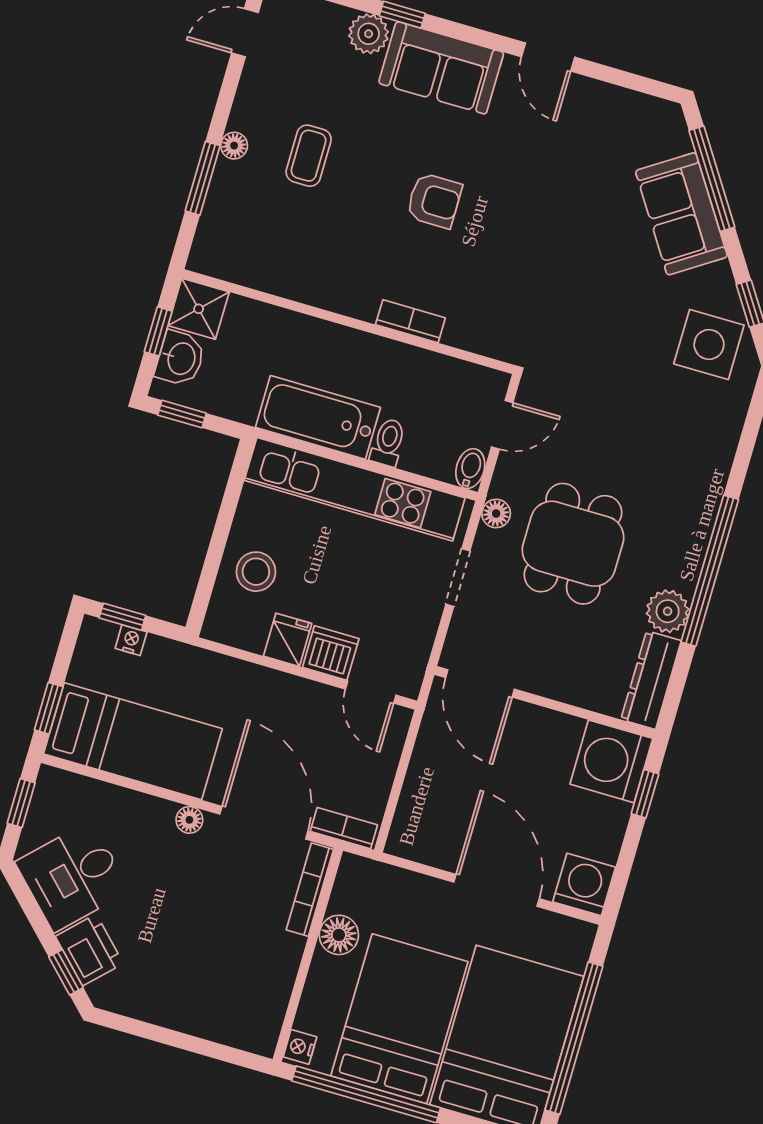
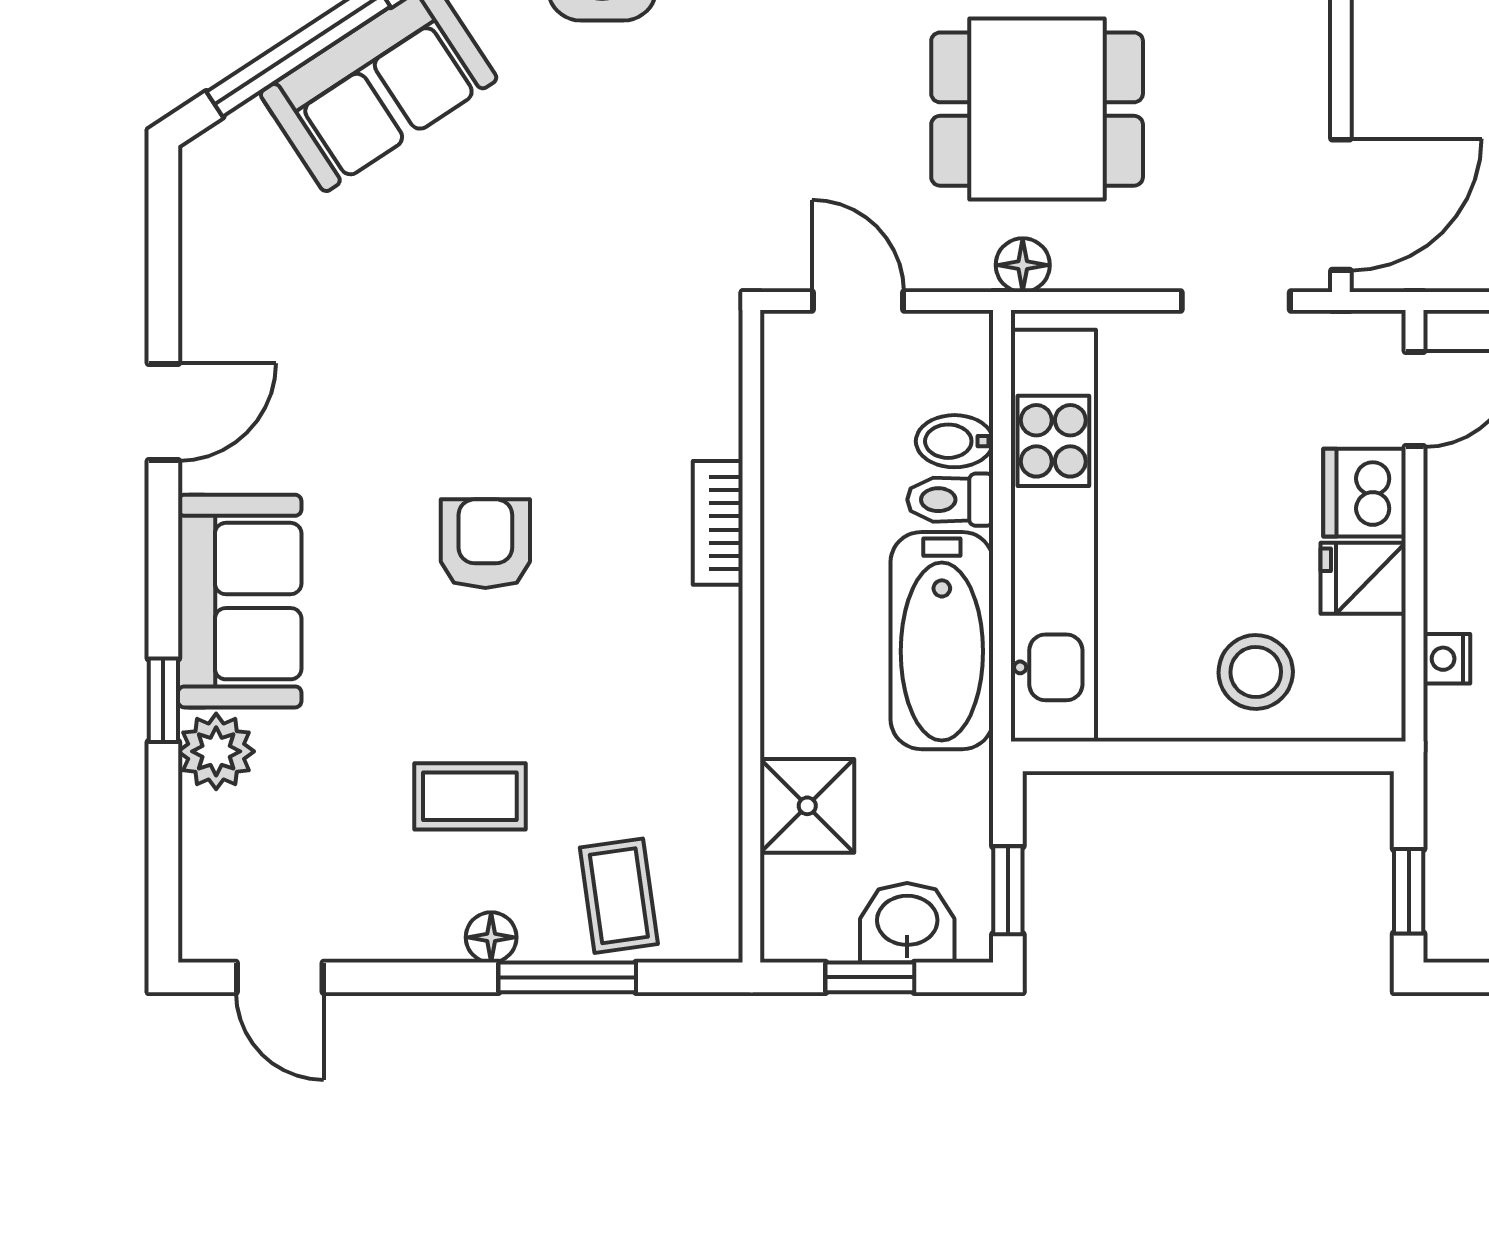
coffee table: (236, 216) -> (619, 896), added
shower: (199, 309) -> (807, 806), moved
bidet: (470, 469) -> (954, 441), moved
doorway: (458, 578) -> (1236, 301), moved
nightstand: (131, 640) -> (1447, 659), moved

